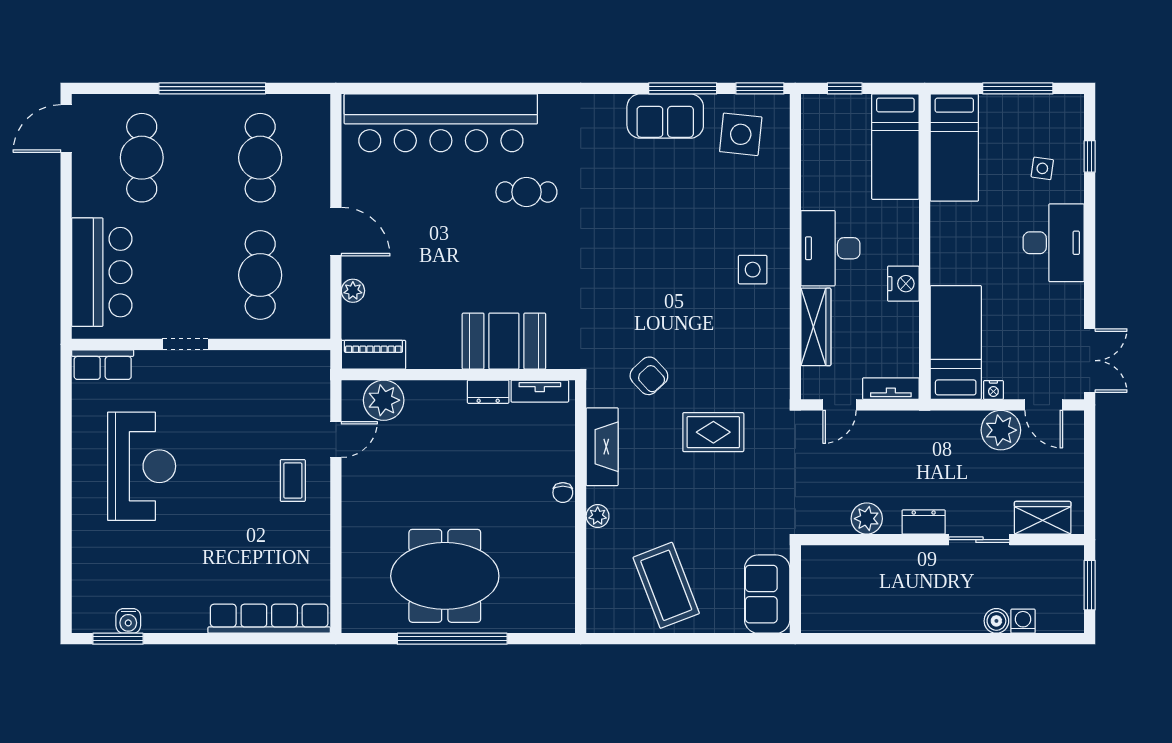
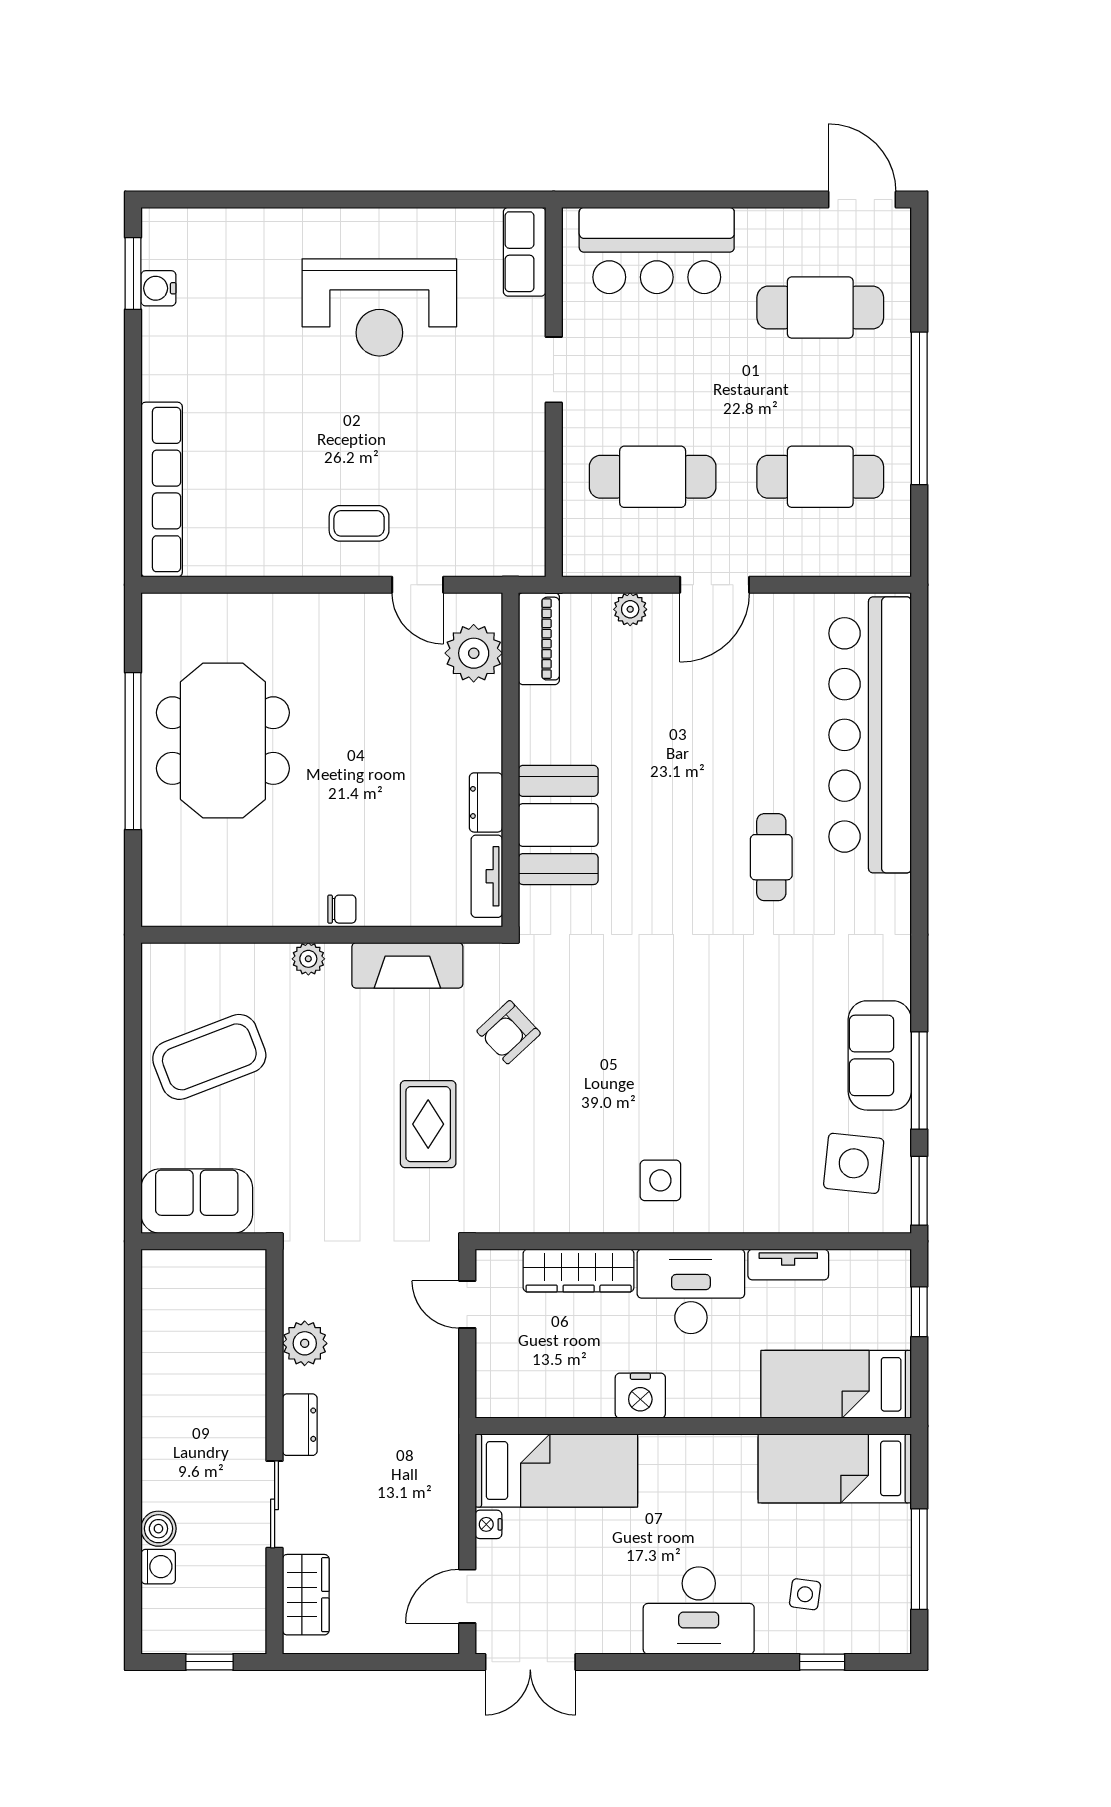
tv unit: (891, 389) -> (788, 1265), moved, turned 90
plant: (1001, 430) -> (431, 1535), removed
chair: (563, 493) -> (342, 909), turned 180
window: (1090, 585) -> (210, 1662), width x0.67

